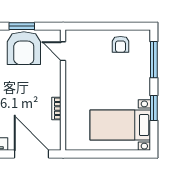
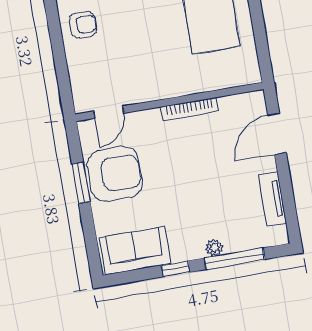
bookcase: (56, 108) -> (190, 109), width x1.56
door: (32, 154) -> (277, 134), width x0.73

